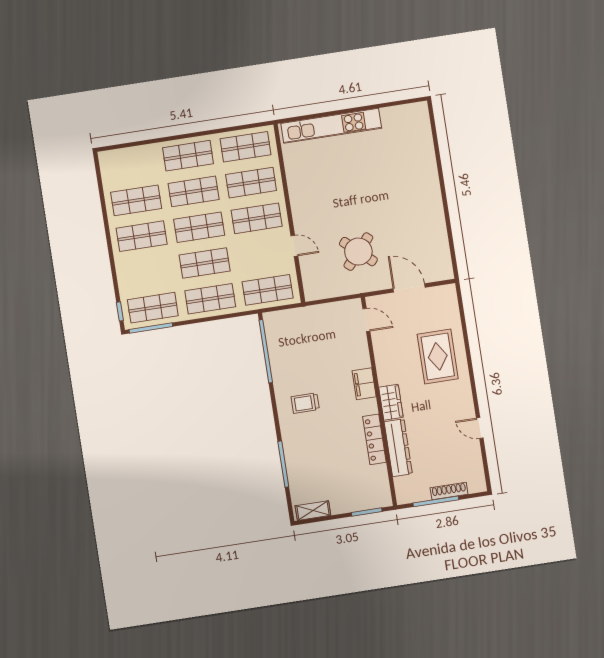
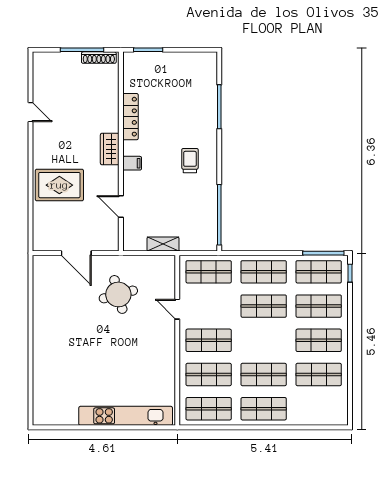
shop shelf: (199, 227) -> (319, 306), moved
round table: (358, 252) -> (118, 294), turned 33
door: (366, 320) -> (121, 206), moved
rug: (438, 356) -> (59, 185), turned 90
filing cabinet: (364, 384) -> (132, 163), width x0.50
trolley: (305, 403) -> (190, 161), turned -90
dresser: (398, 448) -> (109, 105), removed
shoe rack: (449, 491) -> (99, 58), moved
shelving: (313, 511) -> (163, 244), moved

